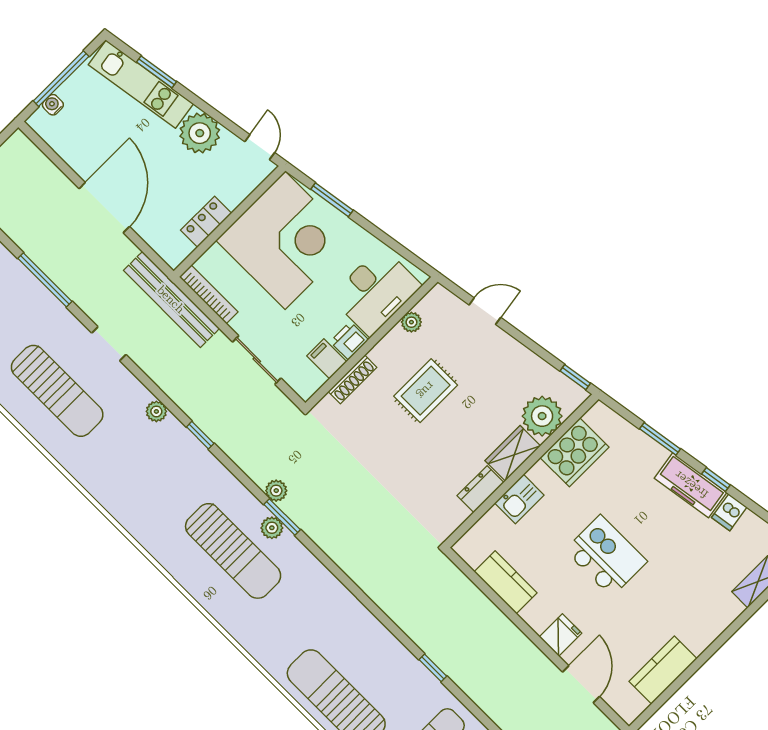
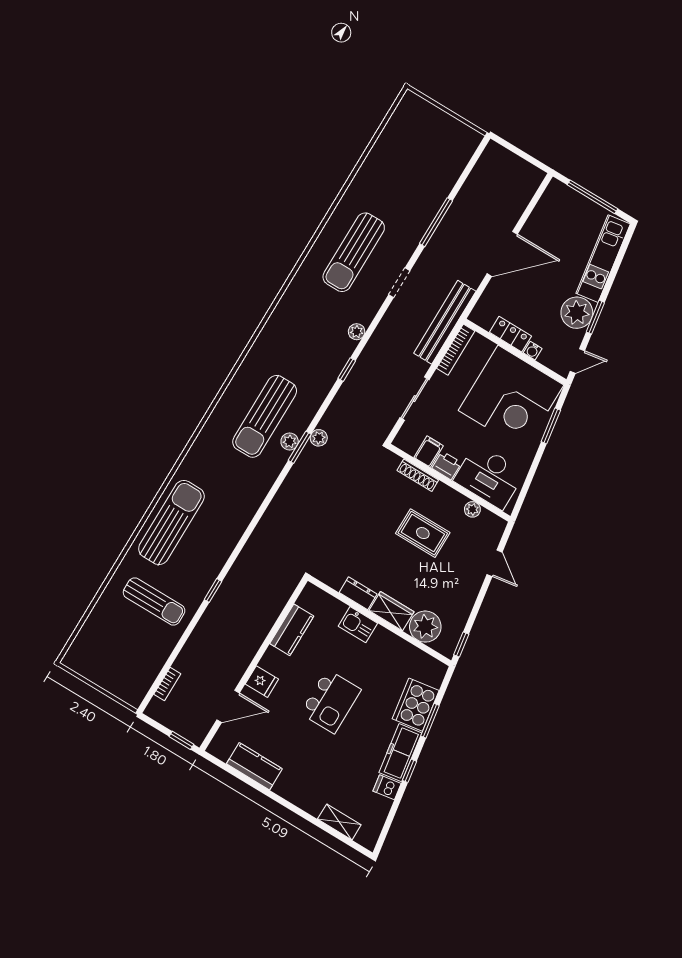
window: (156, 72) -> (595, 317), moved
water cooler: (53, 105) -> (533, 351), moved, turned 180
cooker: (574, 452) -> (416, 705), moved, turned 81

